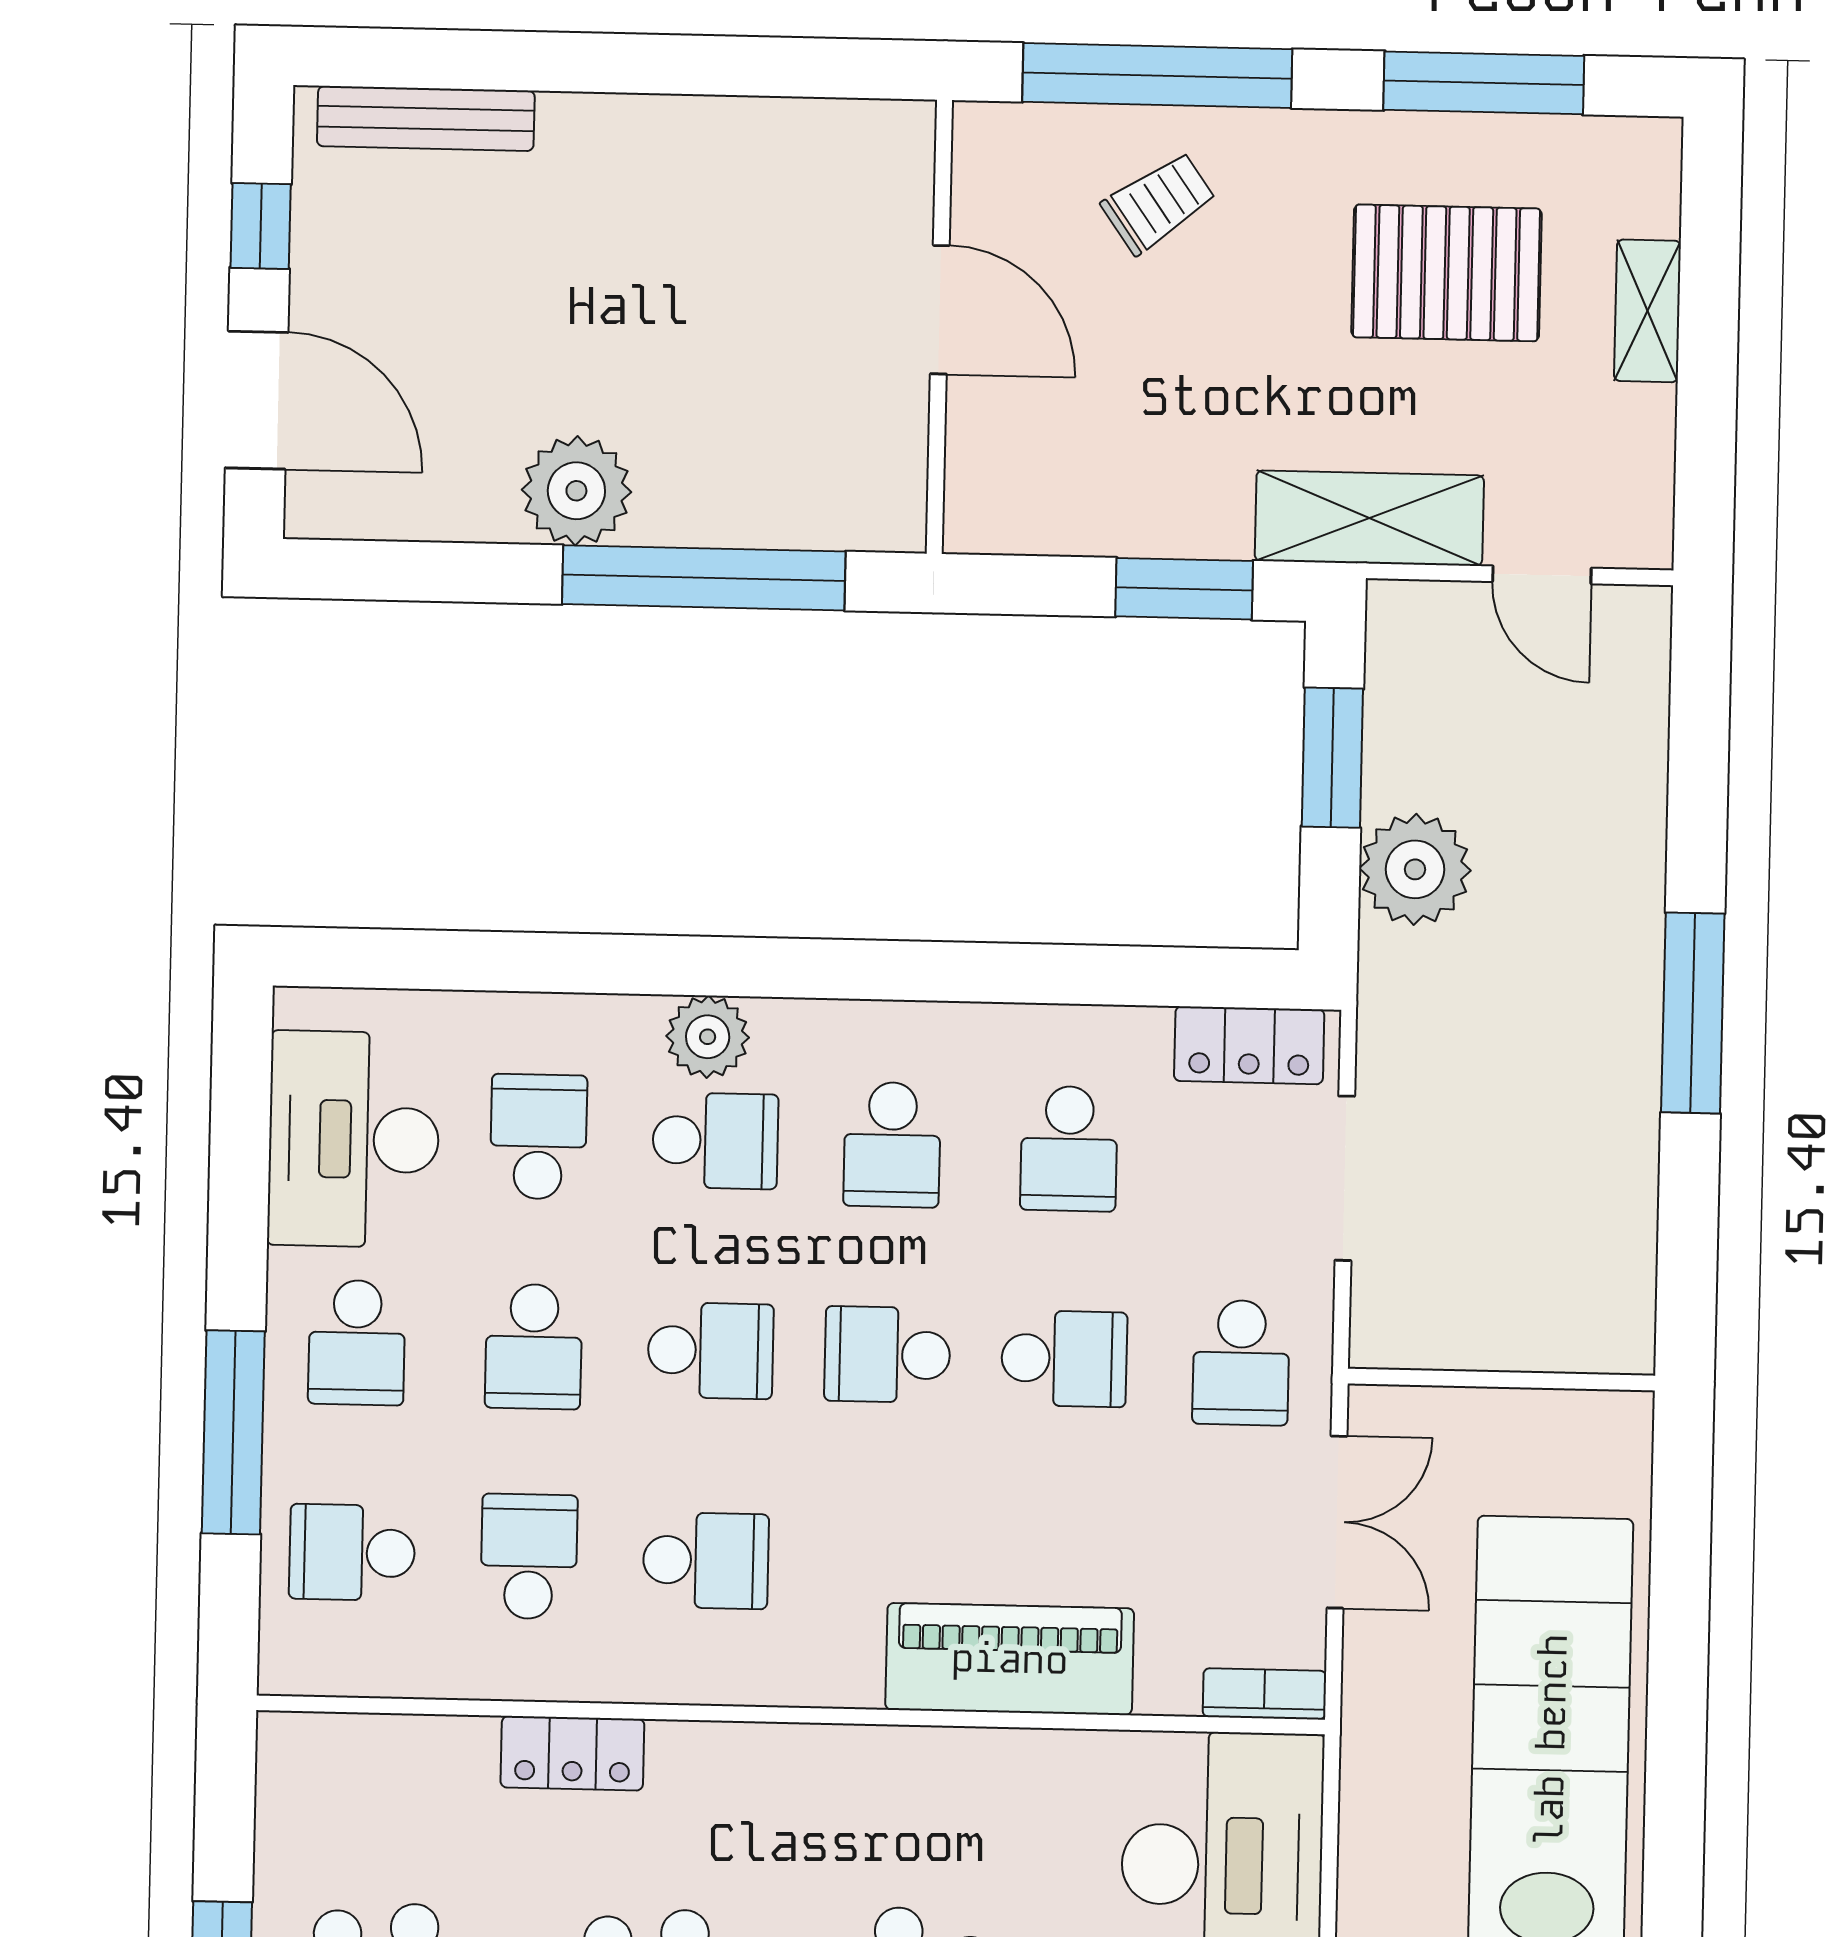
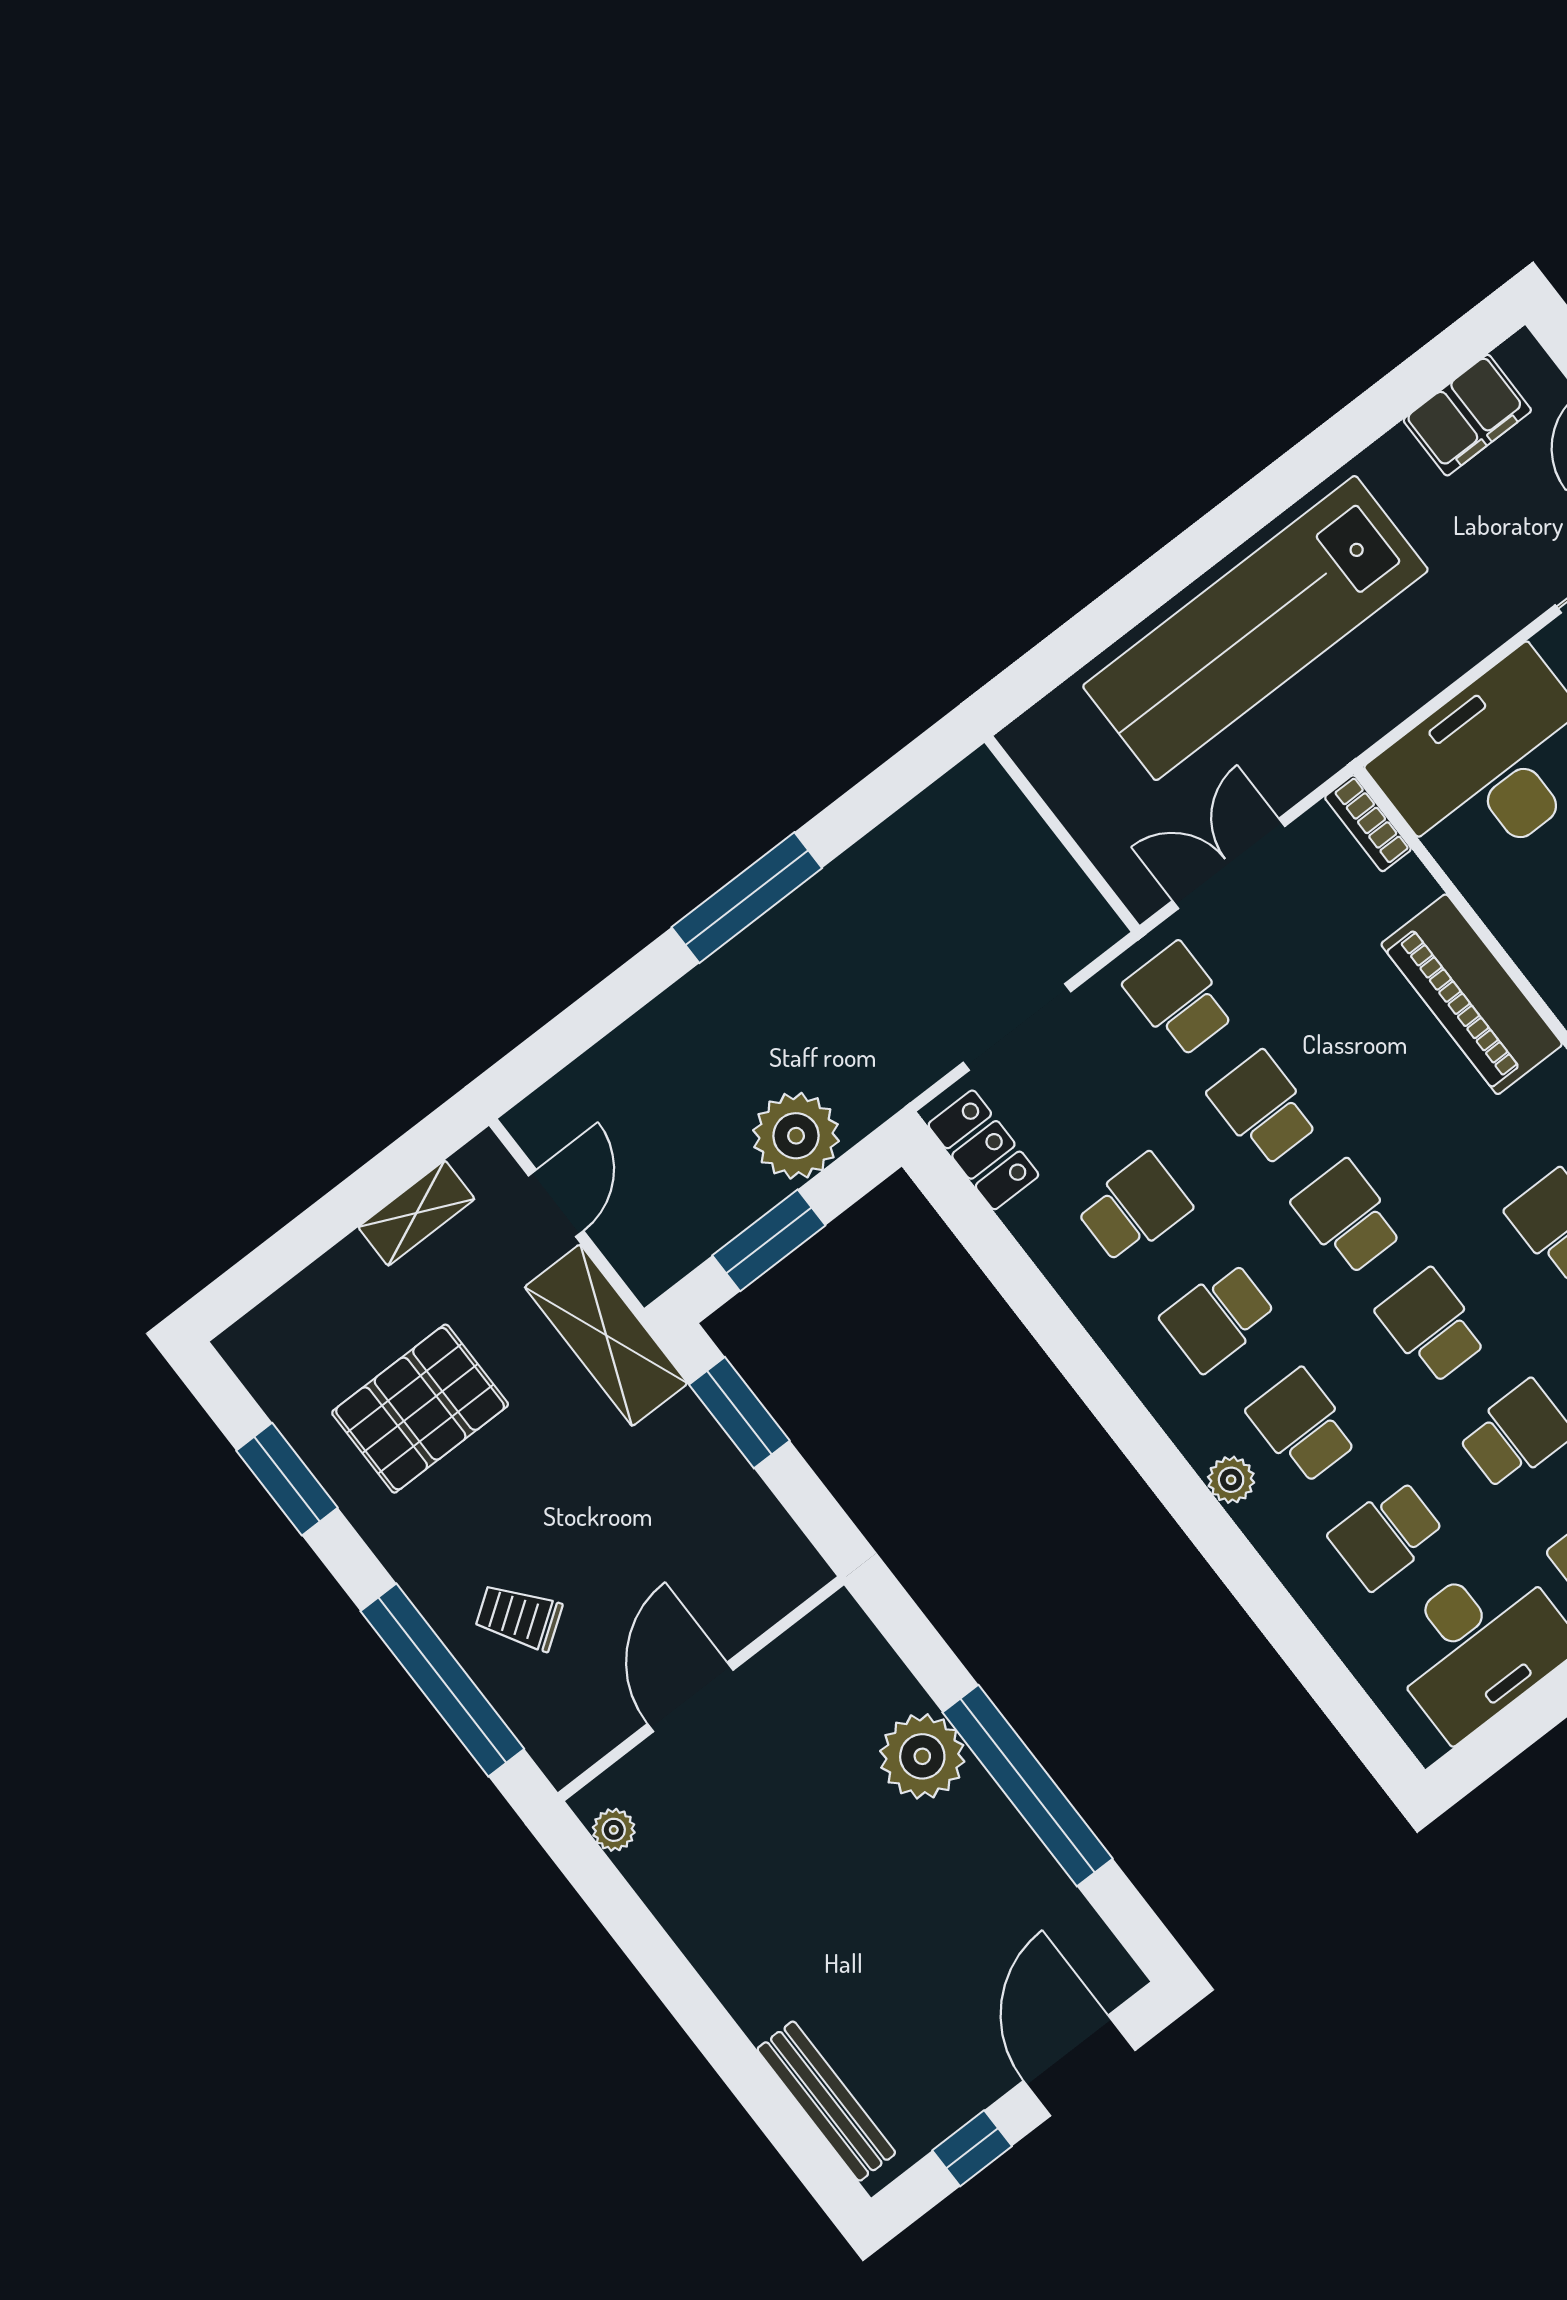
window: (1484, 83) -> (287, 1479), width x0.69
plant: (869, 126) -> (614, 1830), added
pallet: (1447, 273) -> (420, 1409), turned 90
shelving: (1647, 311) -> (416, 1213), moved
plant: (576, 491) -> (922, 1756), moved
window: (704, 578) -> (1028, 1786), moved
plant: (708, 1037) -> (1231, 1480), width x0.73, depth x0.73
school desk: (892, 1145) -> (1218, 1317), turned 180
school desk: (887, 1355) -> (1347, 1217), turned 180
school desk: (1241, 1363) -> (1179, 999), turned -90

